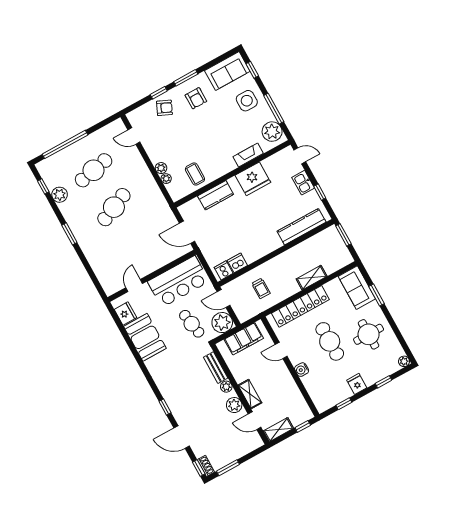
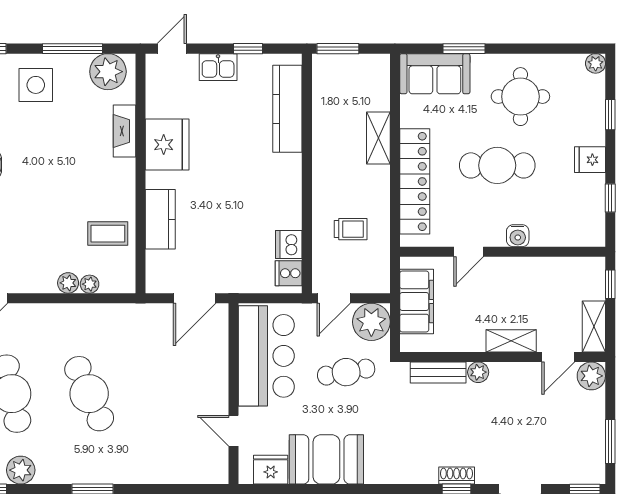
plant: (234, 405) -> (591, 376), moved
shoe rack: (206, 466) -> (457, 476), moved

